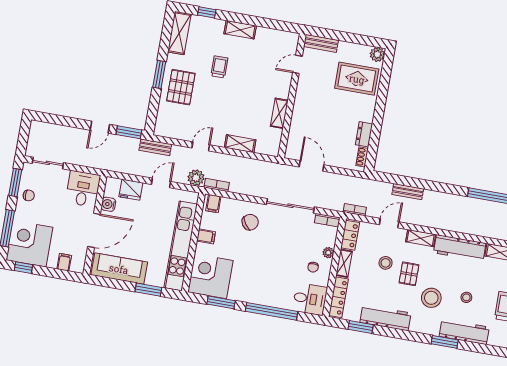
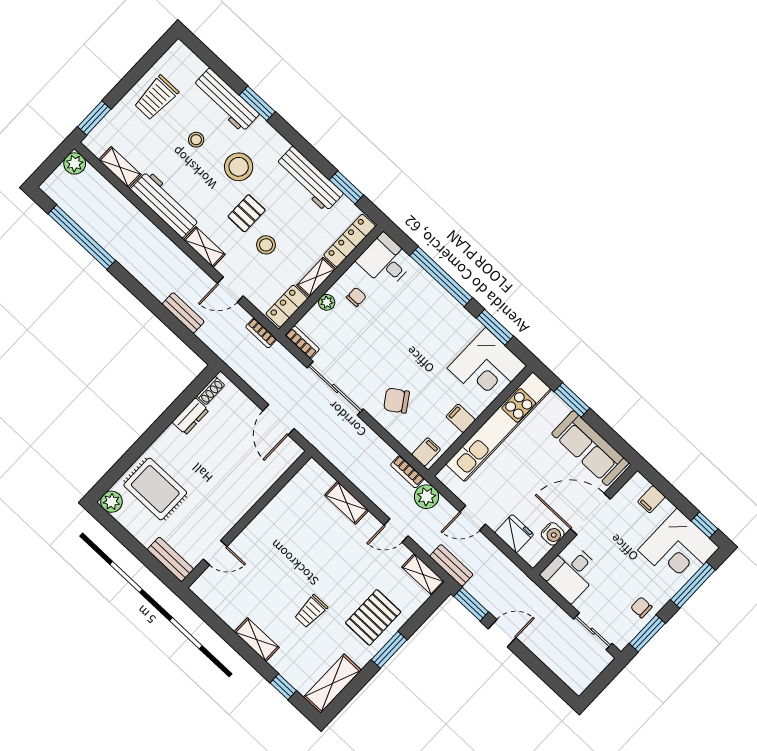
shelving: (279, 113) -> (423, 574), moved, turned 90

